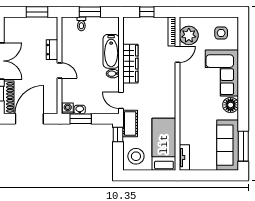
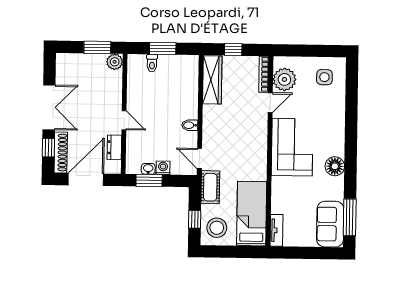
plant: (51, 23) -> (115, 62), added
dresser: (52, 50) -> (114, 147), moved
bathtub: (111, 51) -> (188, 98), removed
wardrobe: (130, 64) -> (212, 80), moved
corner sofa: (222, 73) -> (292, 147), moved, turned 180
washing machine: (68, 108) -> (163, 168), moved
window: (118, 134) -> (195, 219), moved
sofa: (228, 145) -> (330, 224), width x0.73

